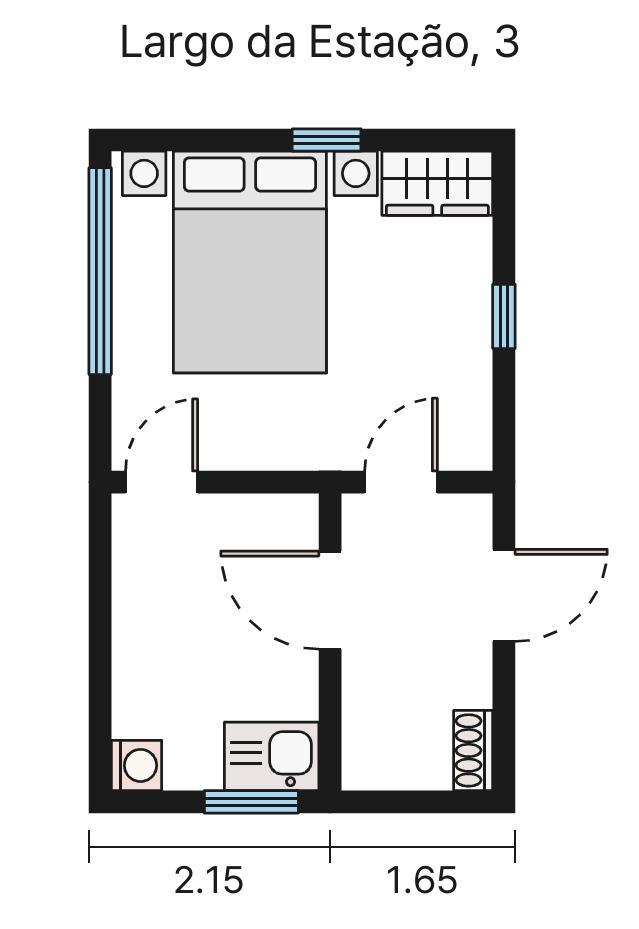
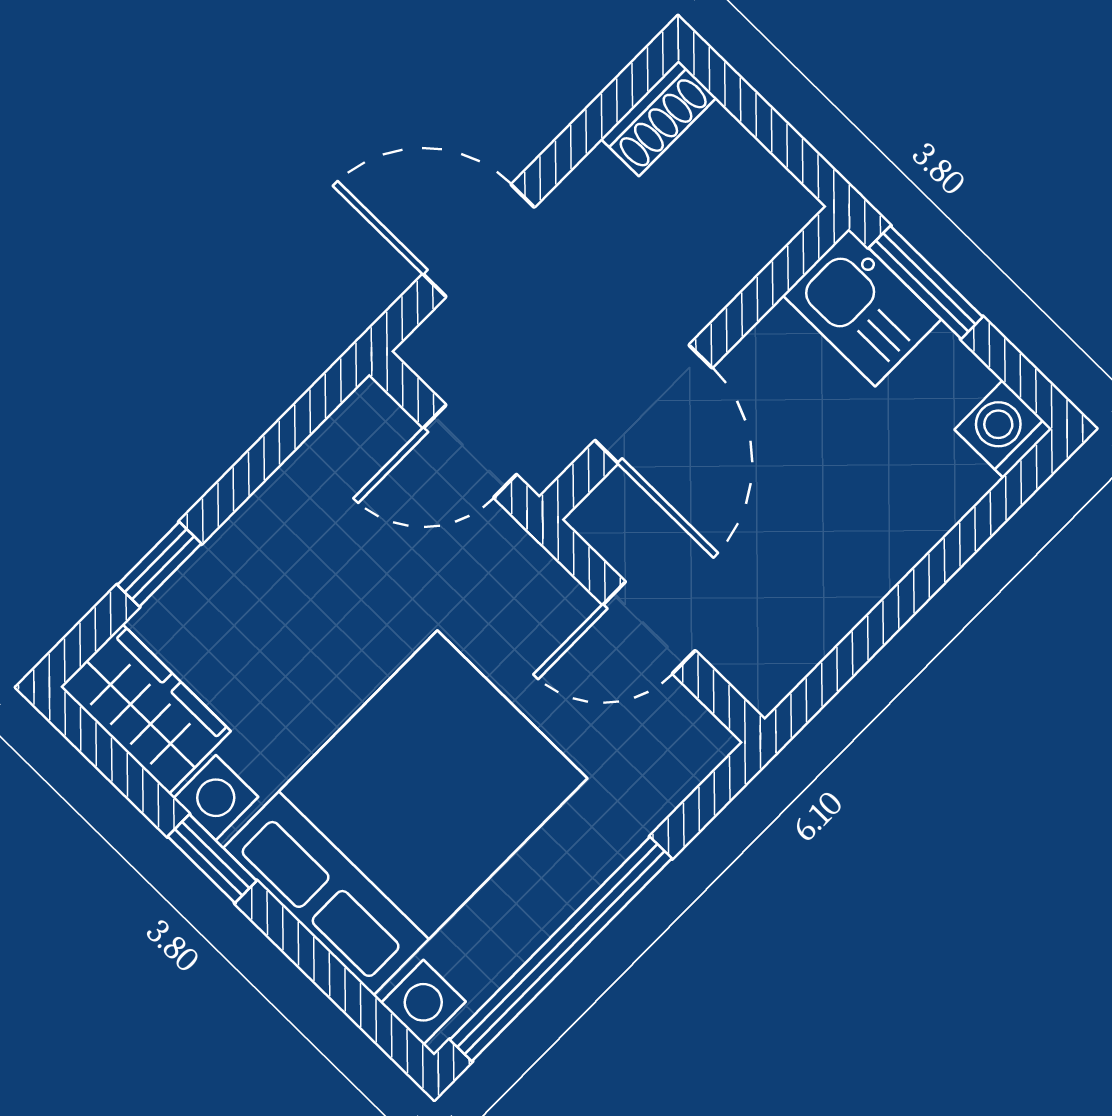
window: (504, 316) -> (159, 564), moved
door: (162, 482) -> (649, 628), moved

